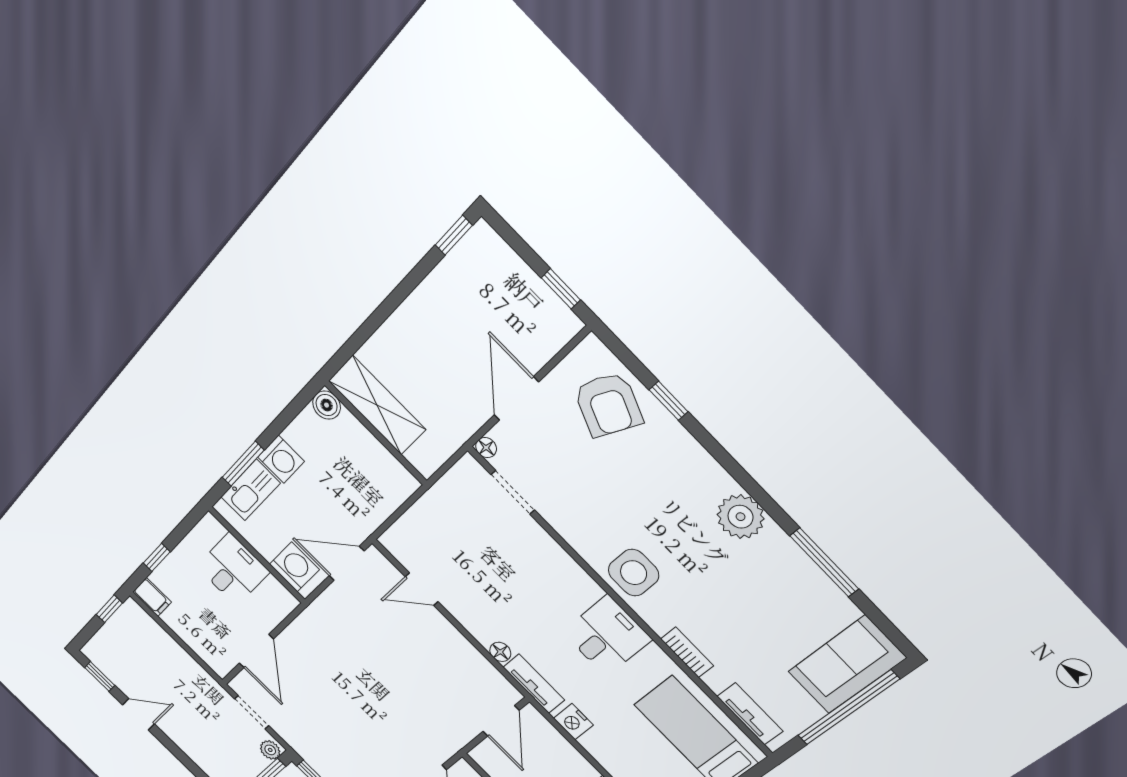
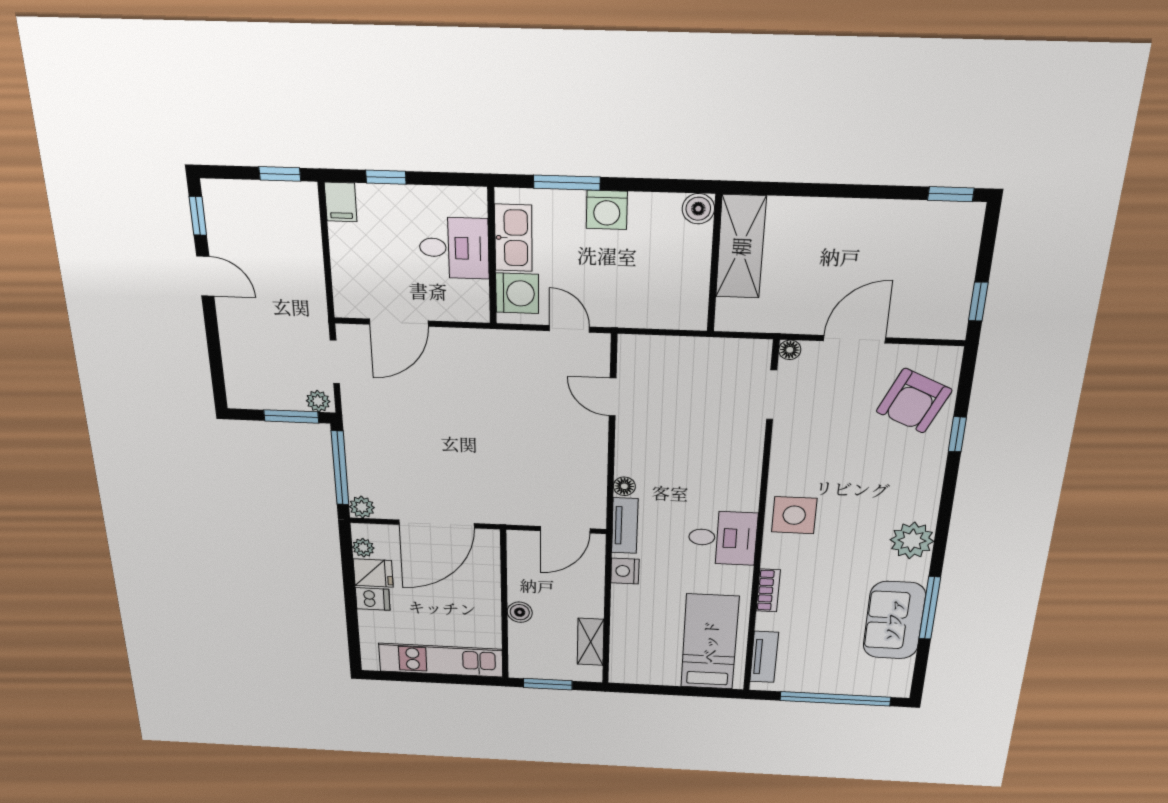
kitchen sink: (251, 490) -> (513, 238), moved, turned -90
door: (347, 563) -> (569, 329), width x0.73
sofa: (847, 665) -> (894, 620), moved, turned -90

